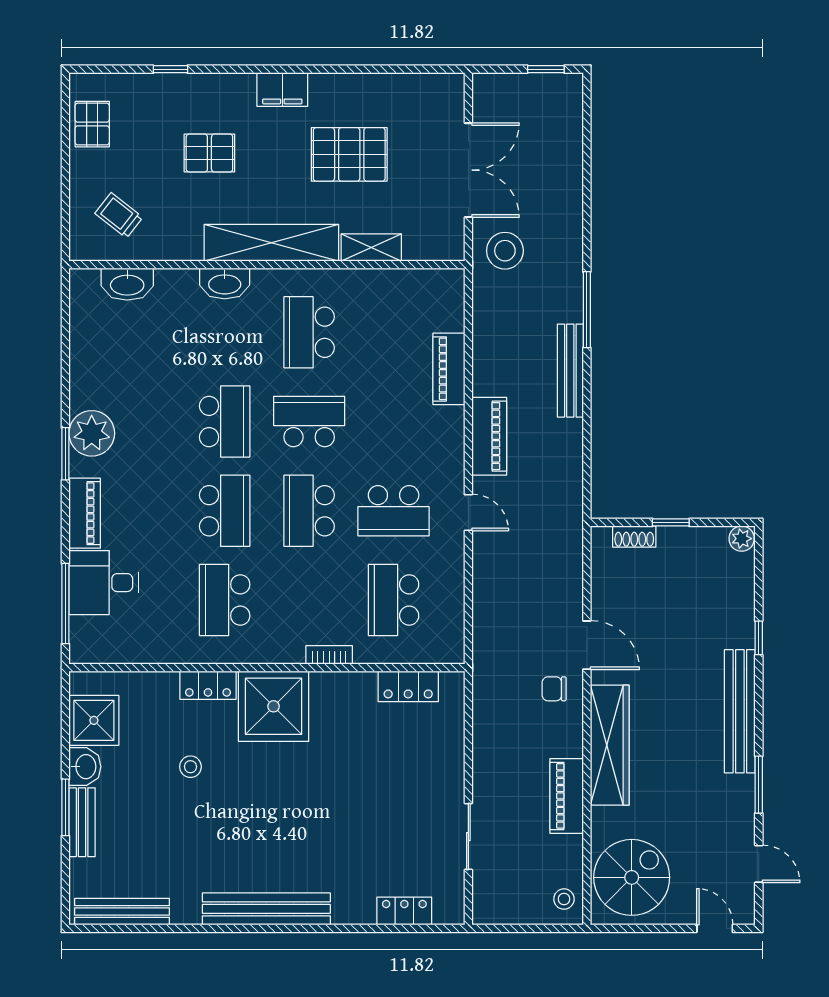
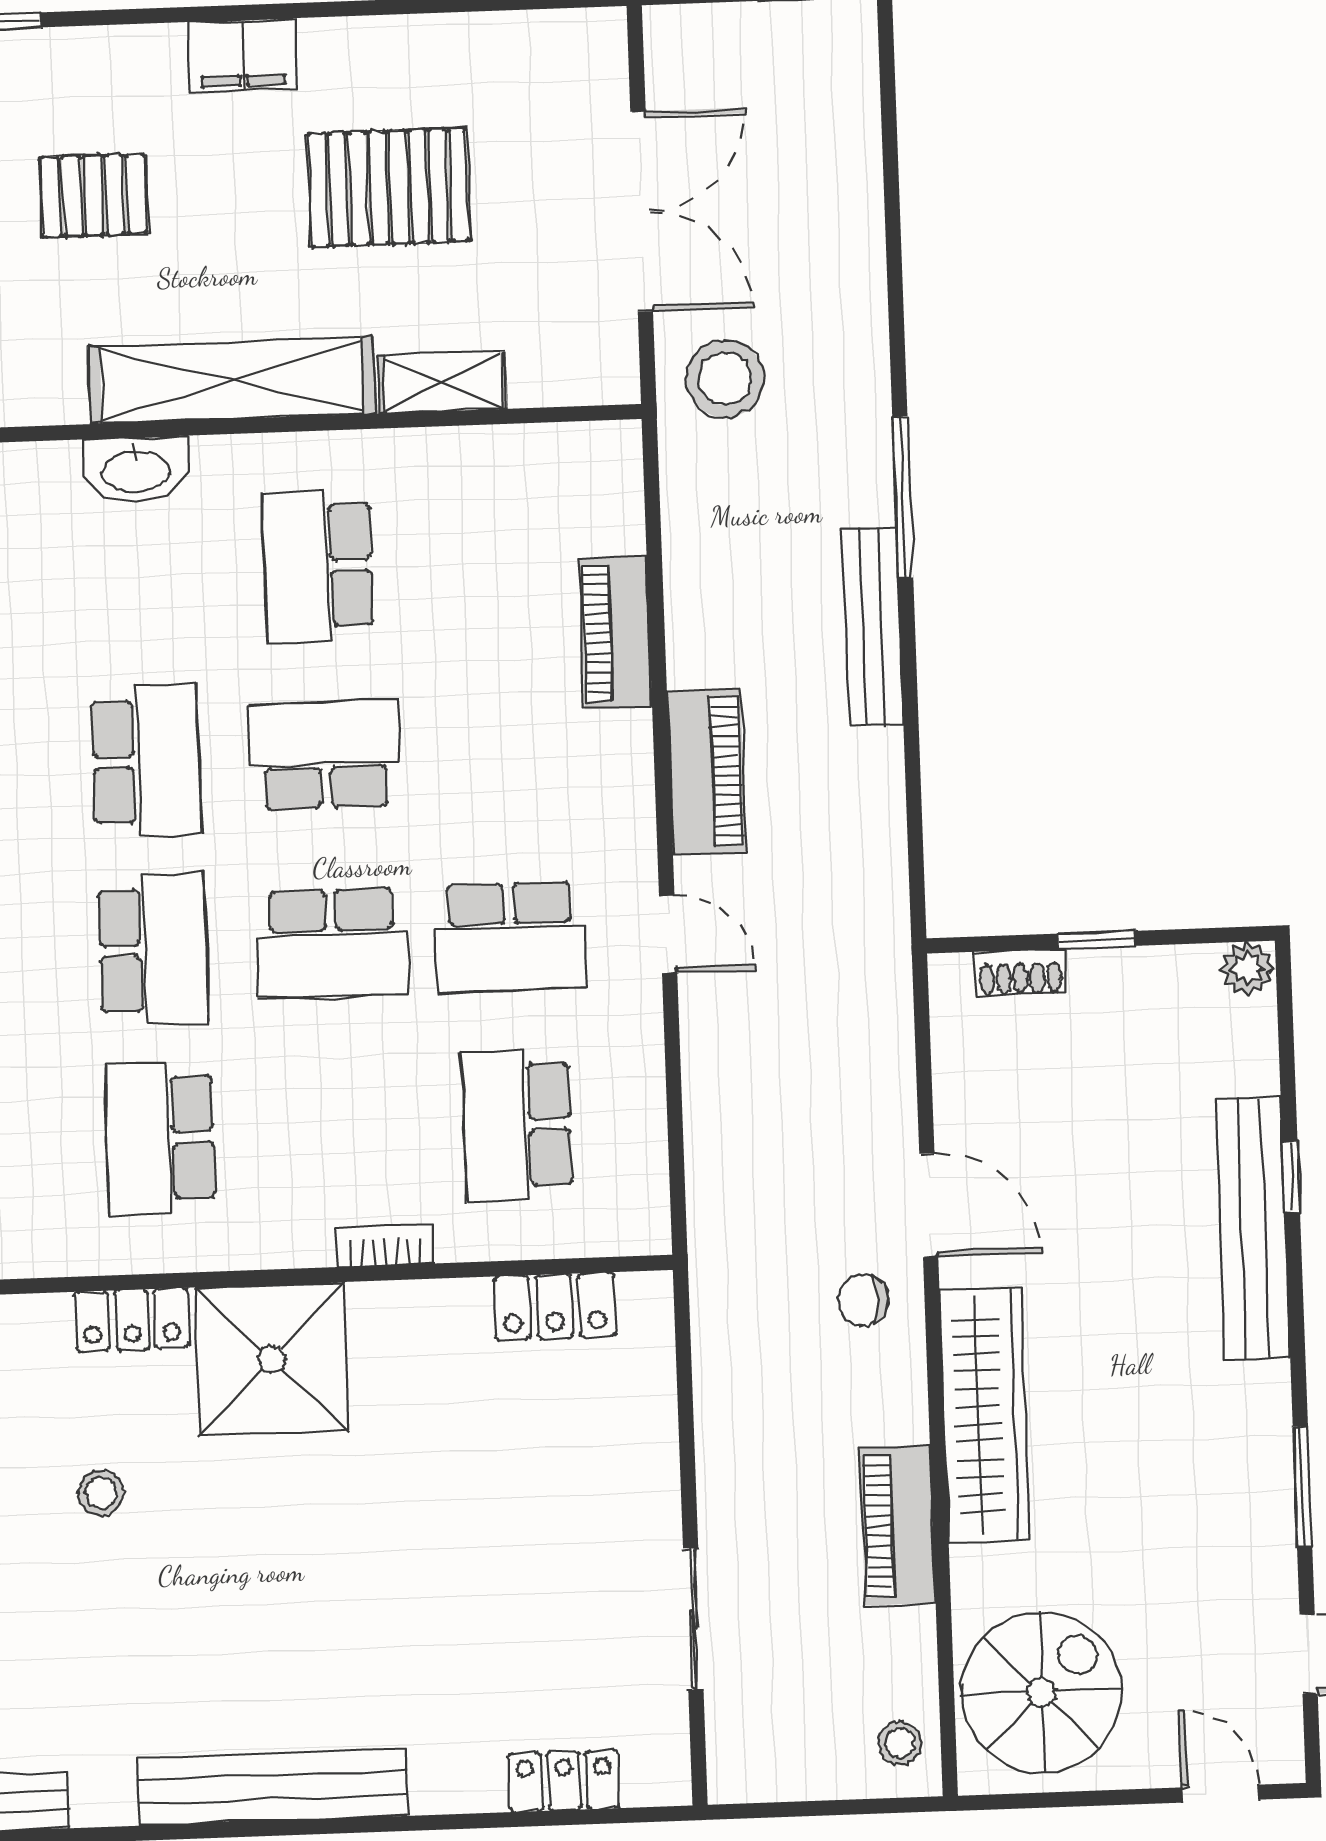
school desk: (309, 511) -> (332, 943), turned -90
bench: (740, 711) -> (1253, 1228), moved

